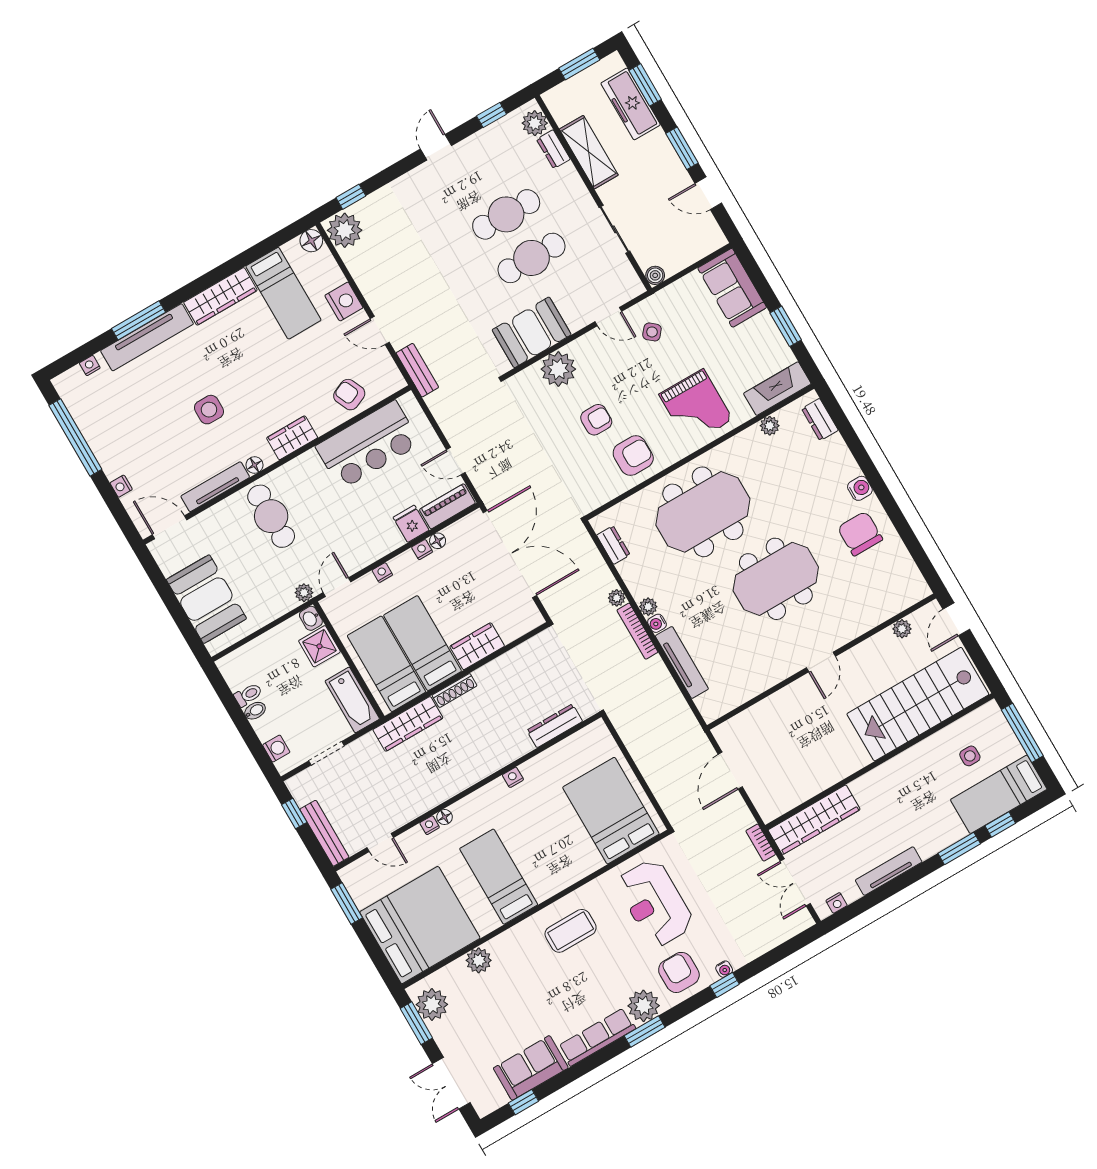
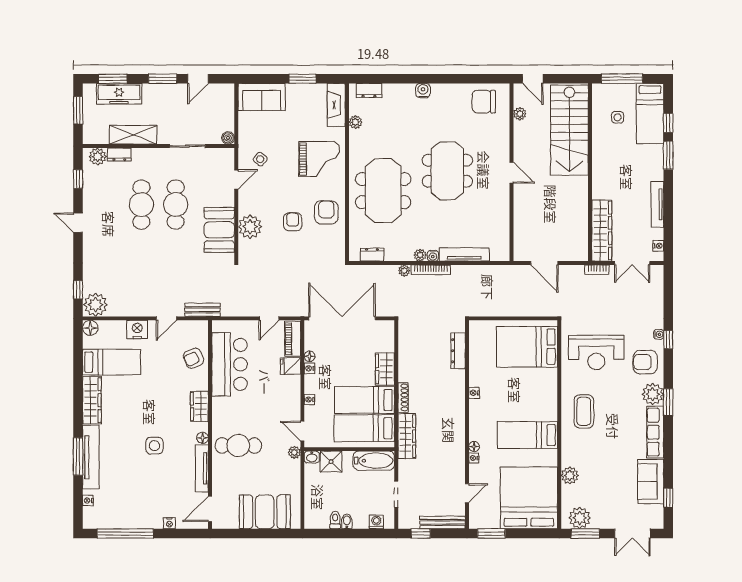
chair: (860, 533) -> (484, 102), moved

